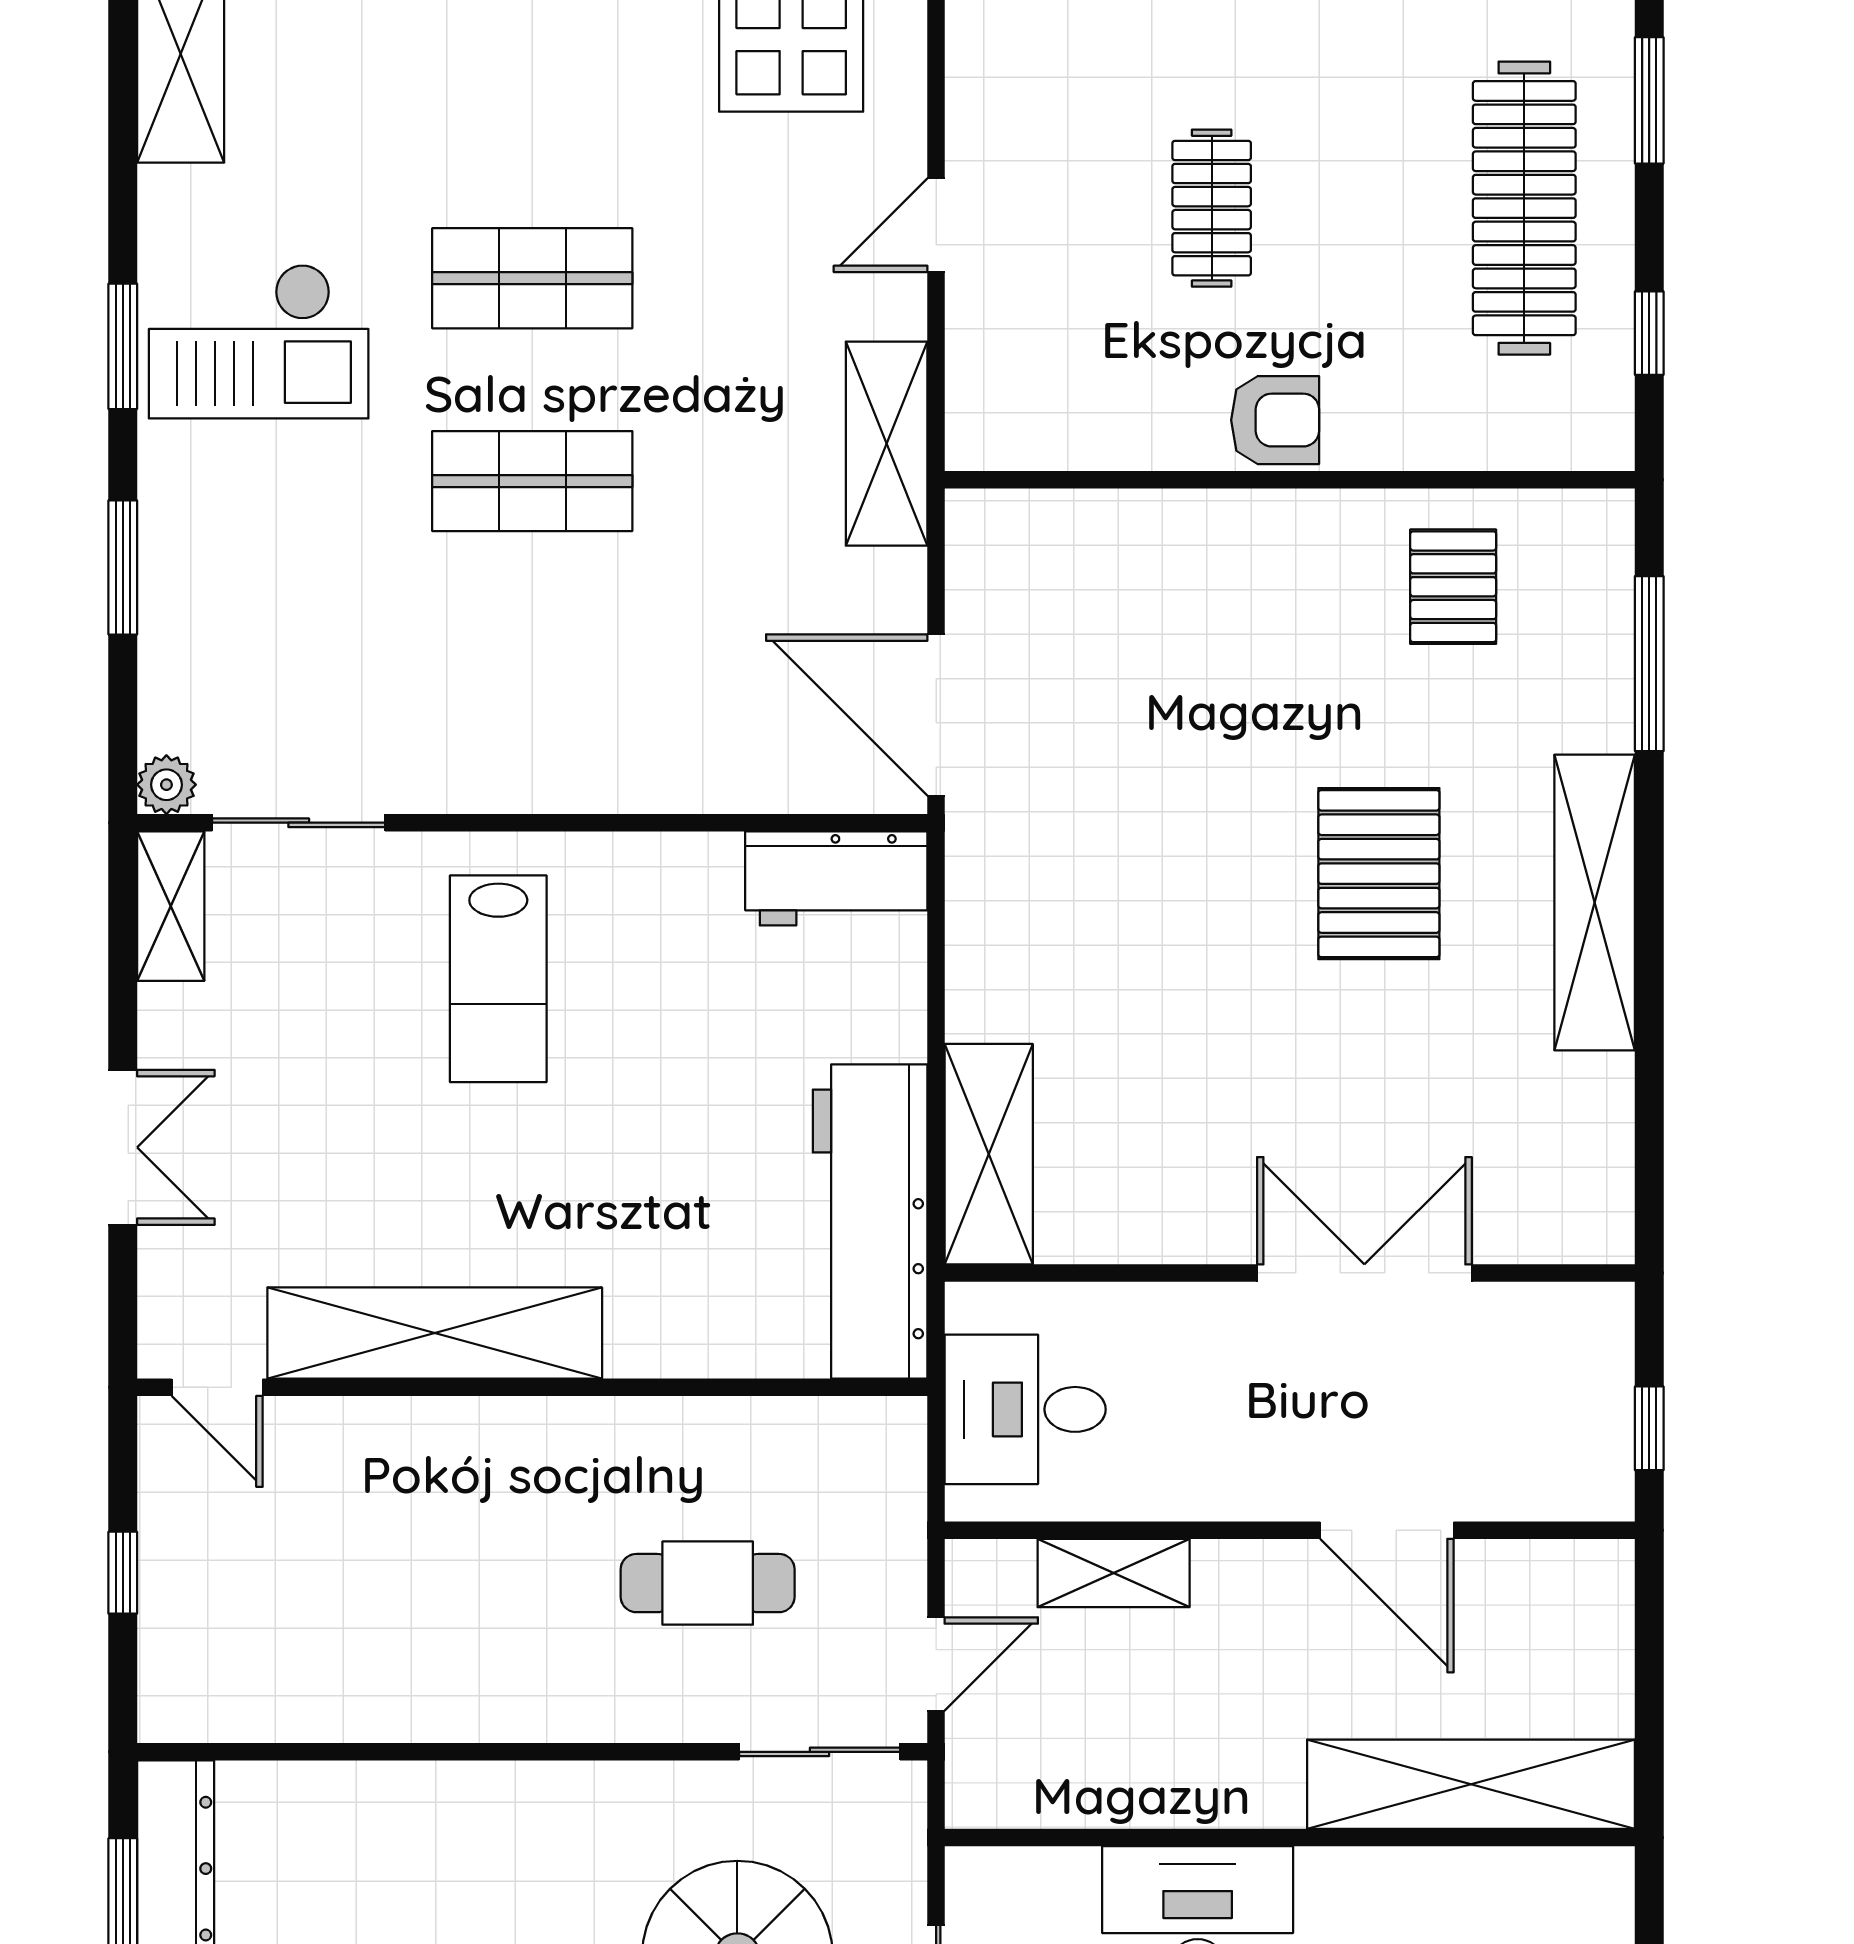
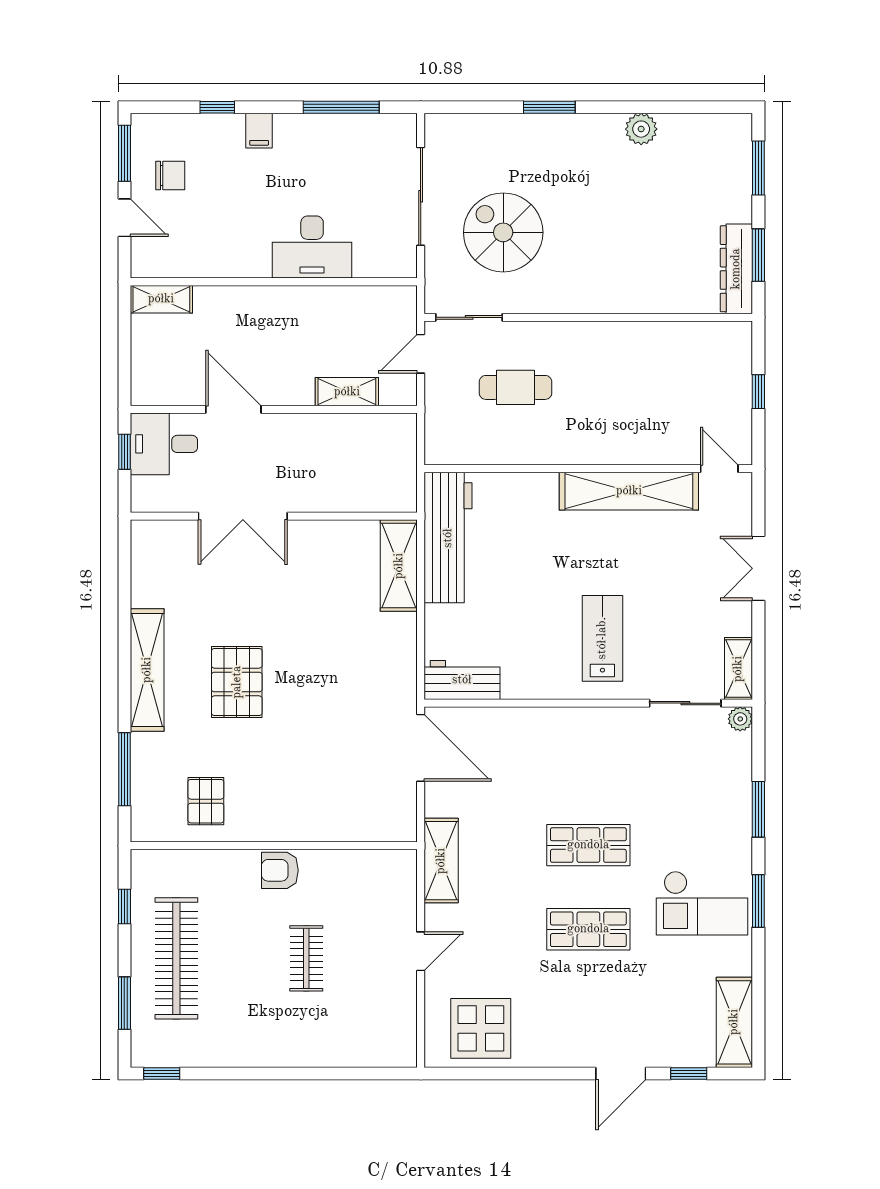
checkout: (259, 341) -> (702, 903), turned 180
desk: (1025, 1409) -> (164, 444), moved, turned 180
shelving: (1471, 1784) -> (161, 299), width x0.45, depth x0.75

